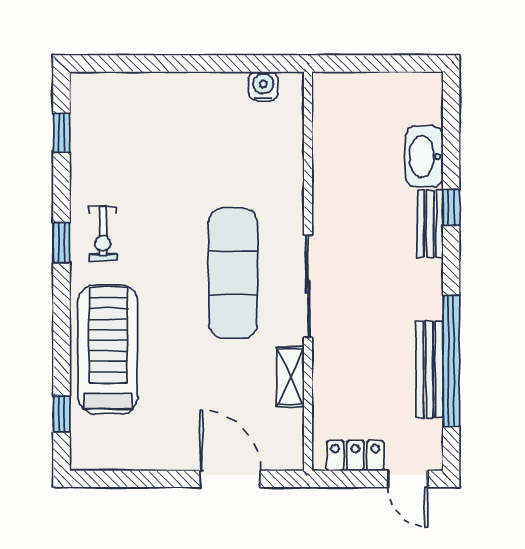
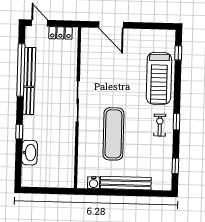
bench: (183, 87) -> (126, 183), added
bench: (430, 224) -> (28, 101), moved
exercise mat: (233, 273) -> (113, 134), moved
shelving: (291, 377) -> (86, 65), removed

